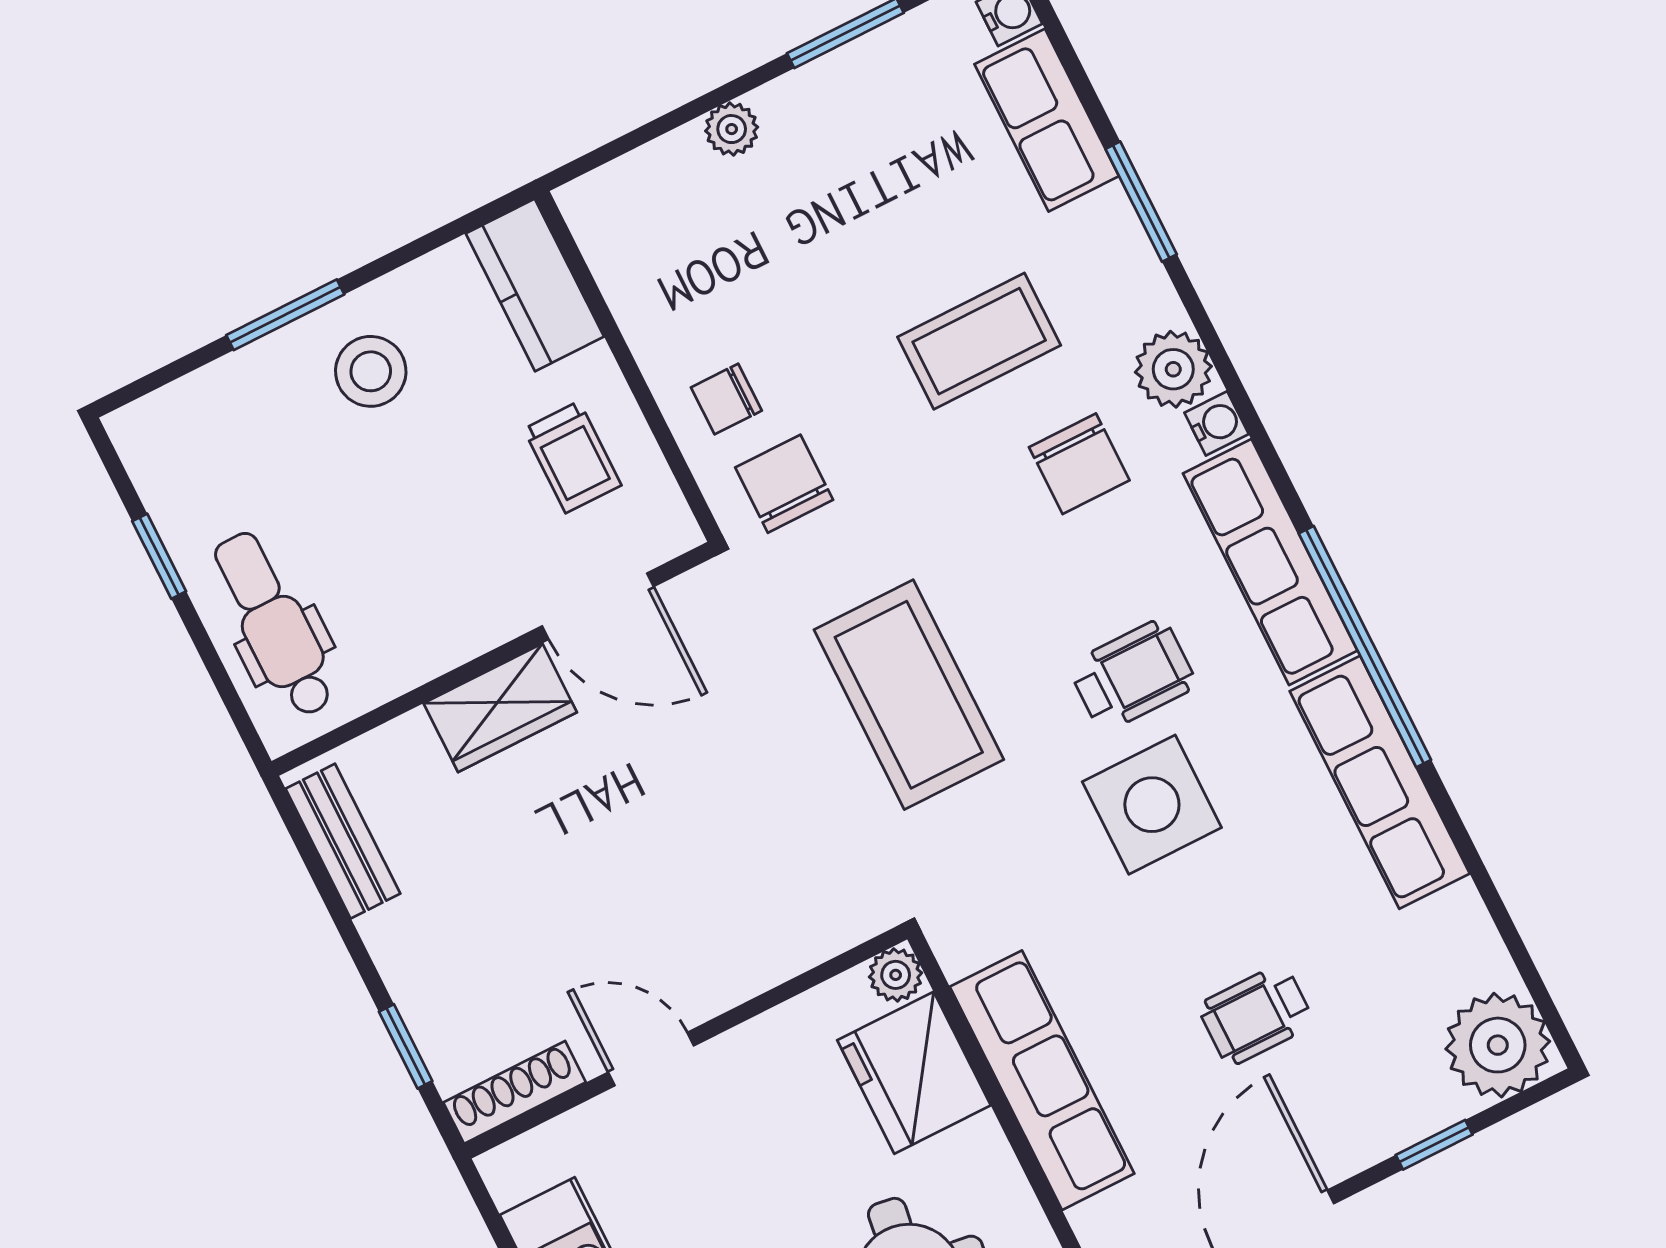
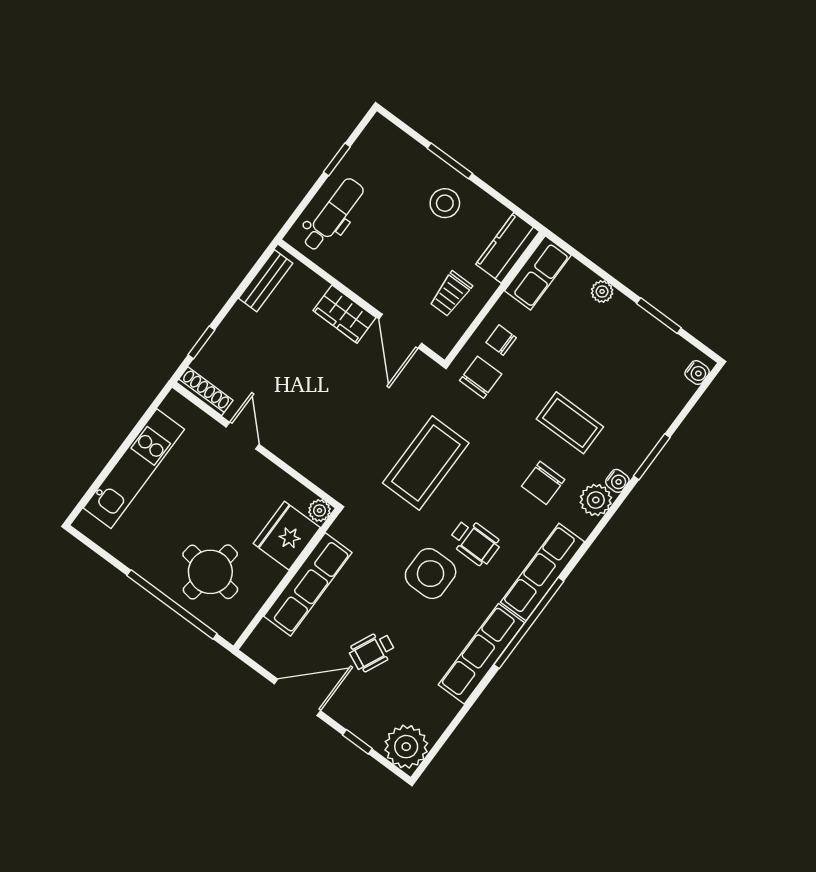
row of seats: (1047, 120) -> (538, 273), moved, turned 180
water cooler: (1217, 423) -> (617, 481), moved
wheelchair: (1256, 1015) -> (372, 651), turned -65

